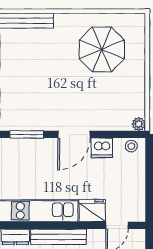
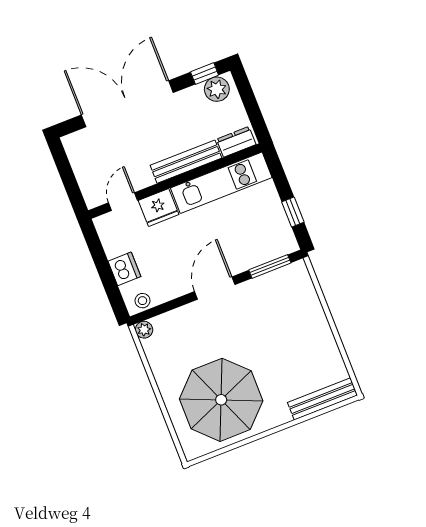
parasol: (102, 49) -> (221, 400), width x1.36, depth x1.36
dishwasher: (102, 148) -> (124, 269), moved, turned 90

